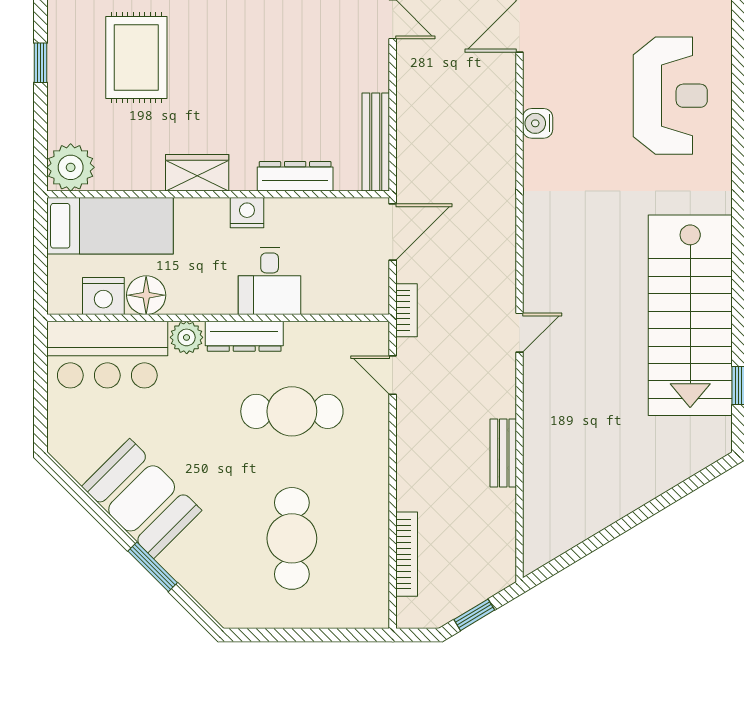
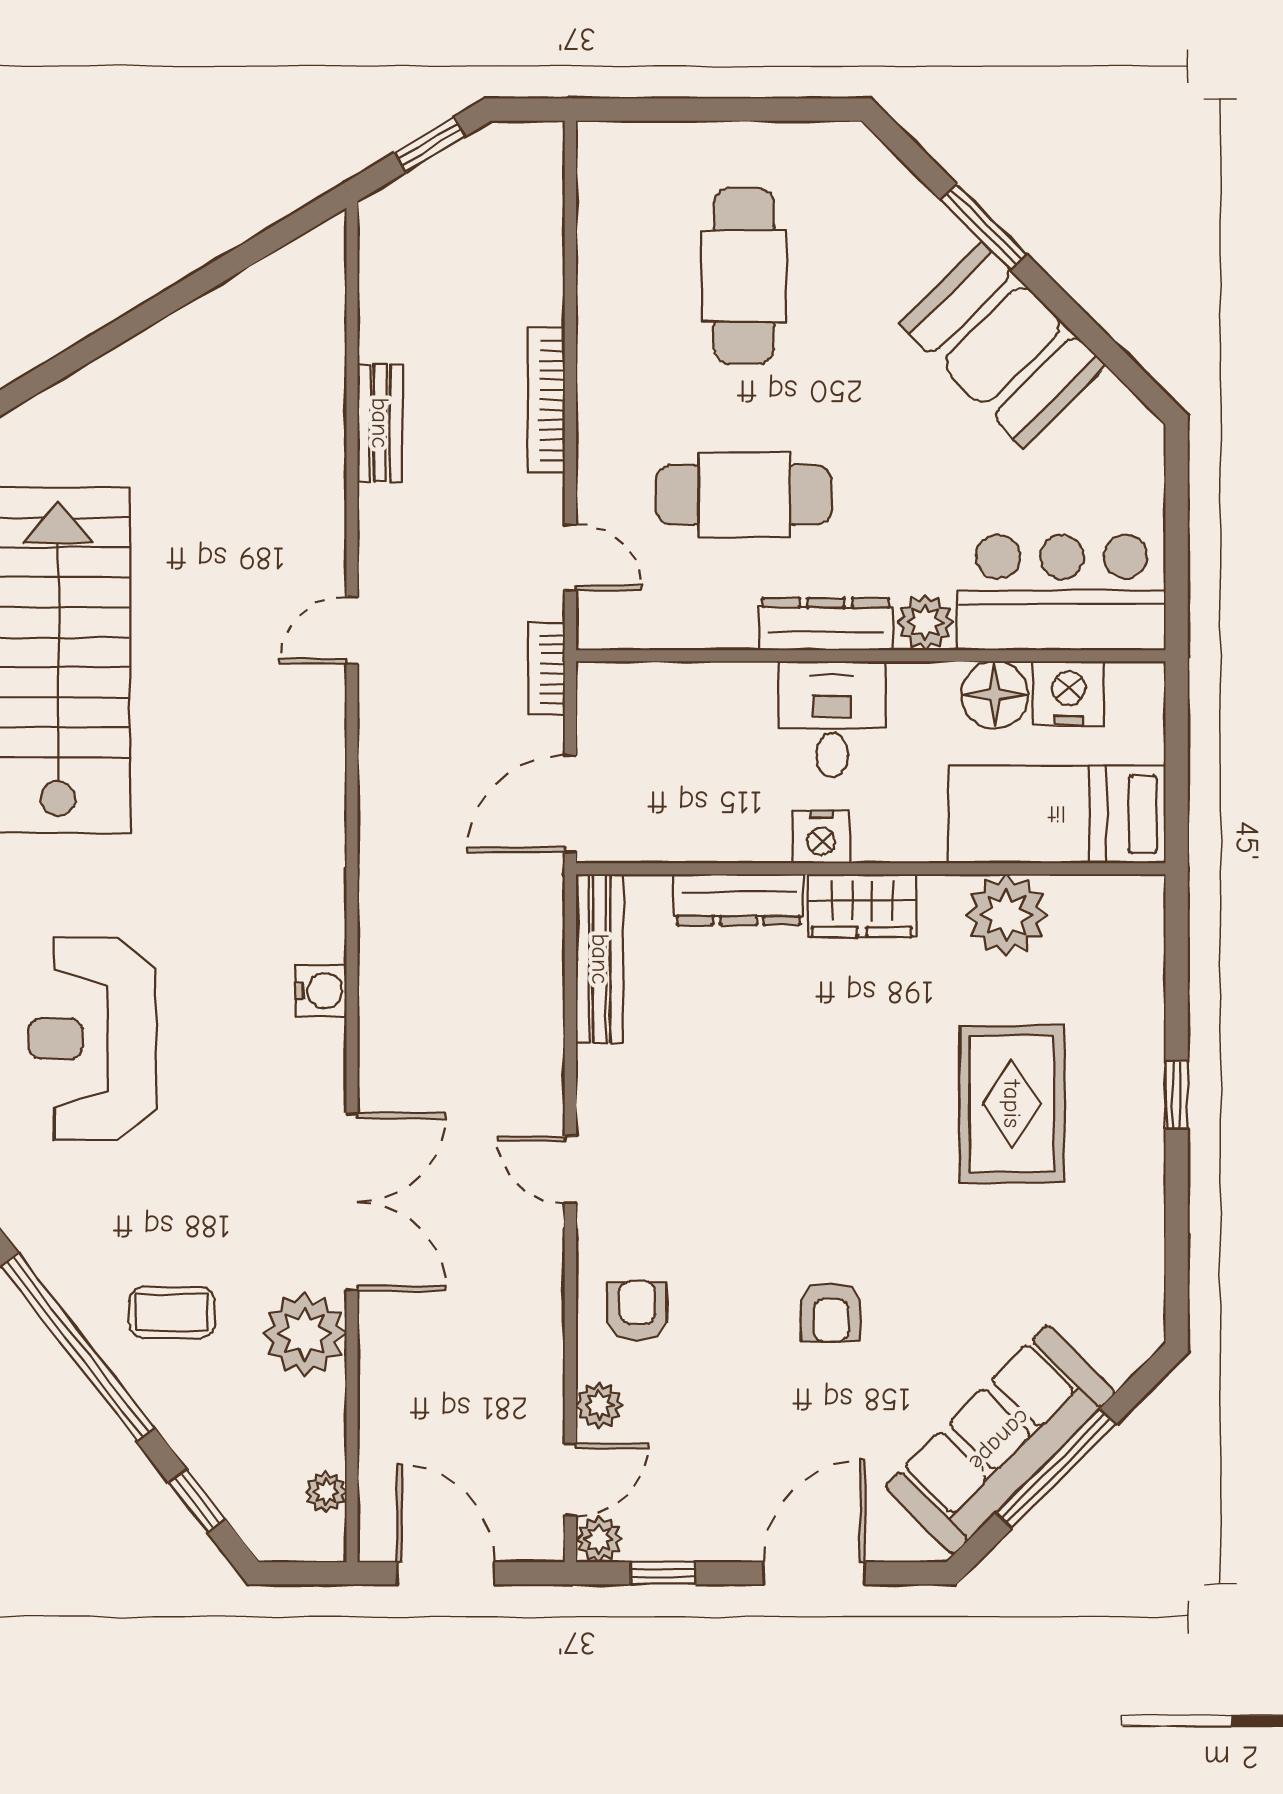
plant: (71, 167) -> (1006, 915), moved
wardrobe: (197, 173) -> (862, 906), moved
desk: (270, 281) -> (832, 719), moved
bookcase: (407, 554) -> (546, 400), moved

